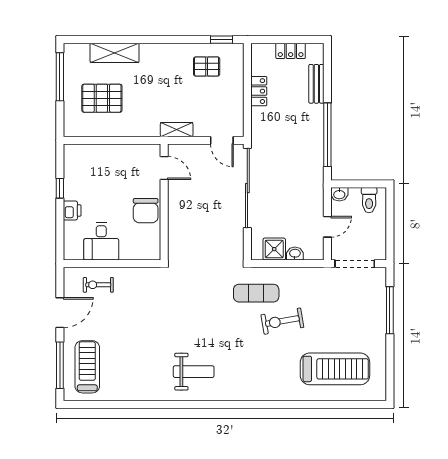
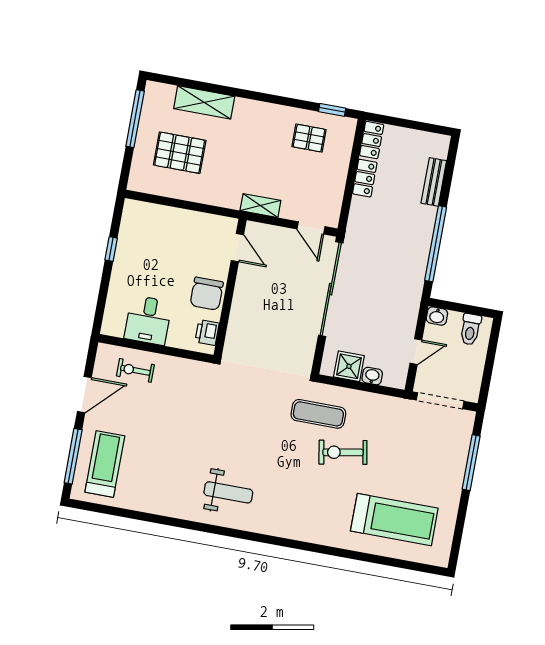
locker: (291, 51) -> (372, 140), moved, turned -90
printer: (72, 210) -> (207, 332), moved, turned 180

